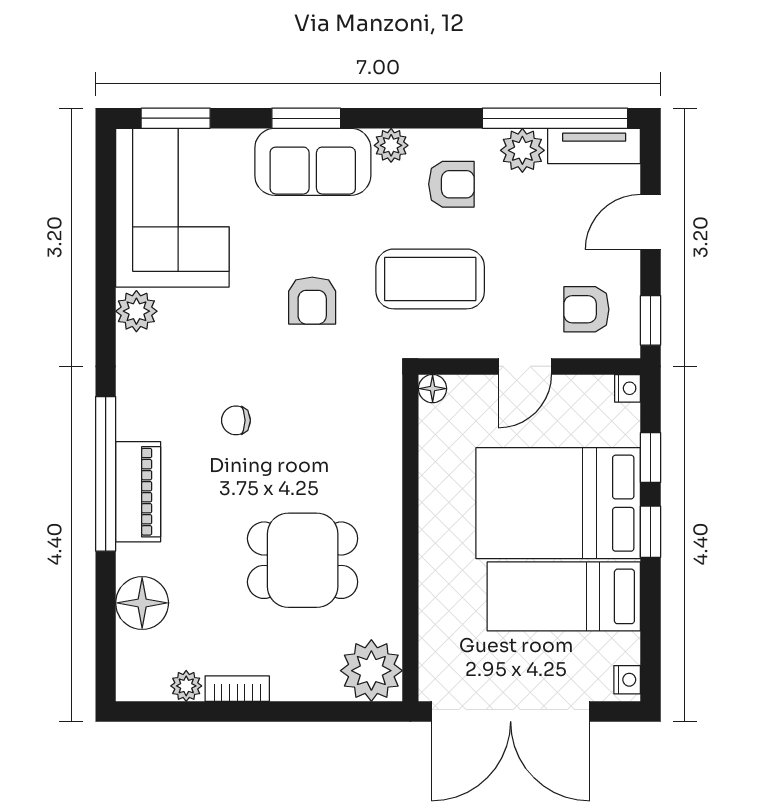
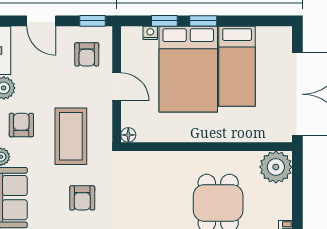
armchair: (312, 301) -> (82, 198), turned 90
nightstand: (627, 388) -> (150, 33), moved
nightstand: (627, 680) -> (281, 33), removed

